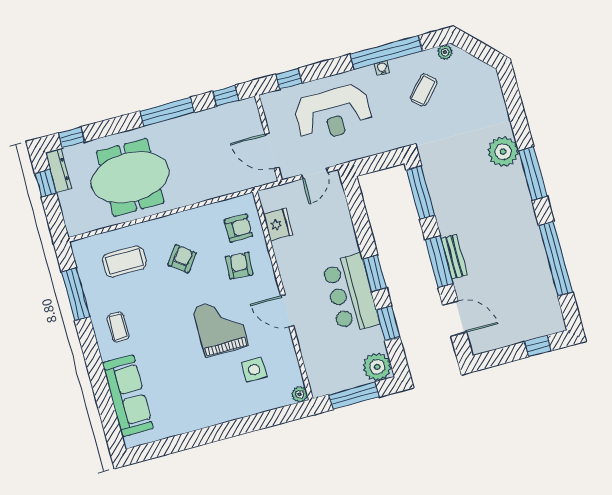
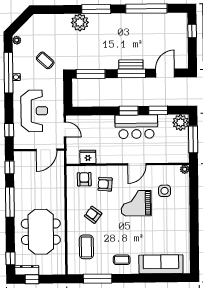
coffee table: (424, 90) -> (45, 60), moved

